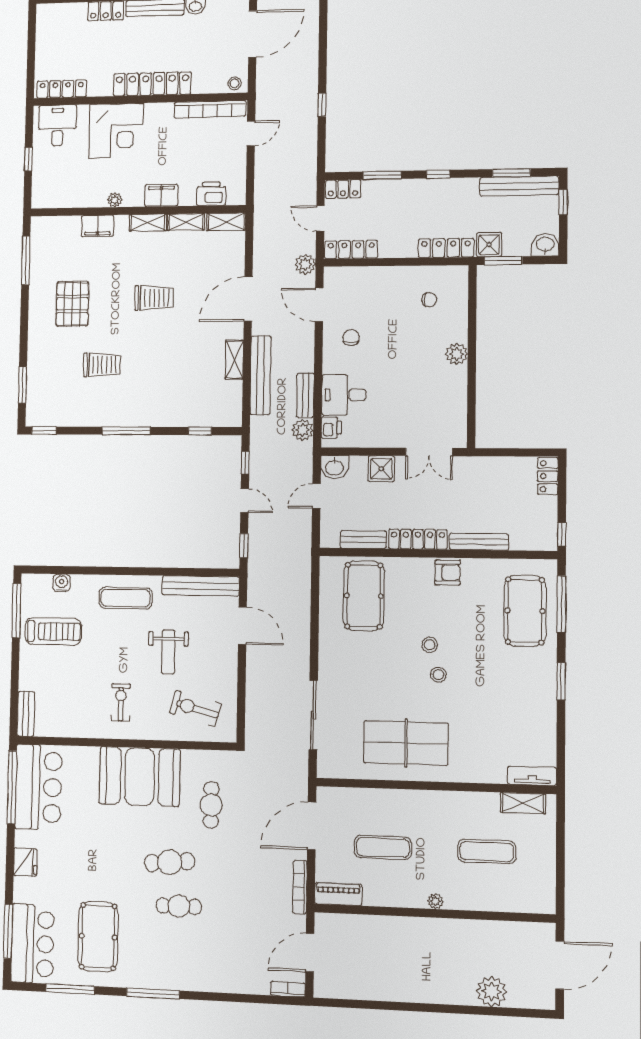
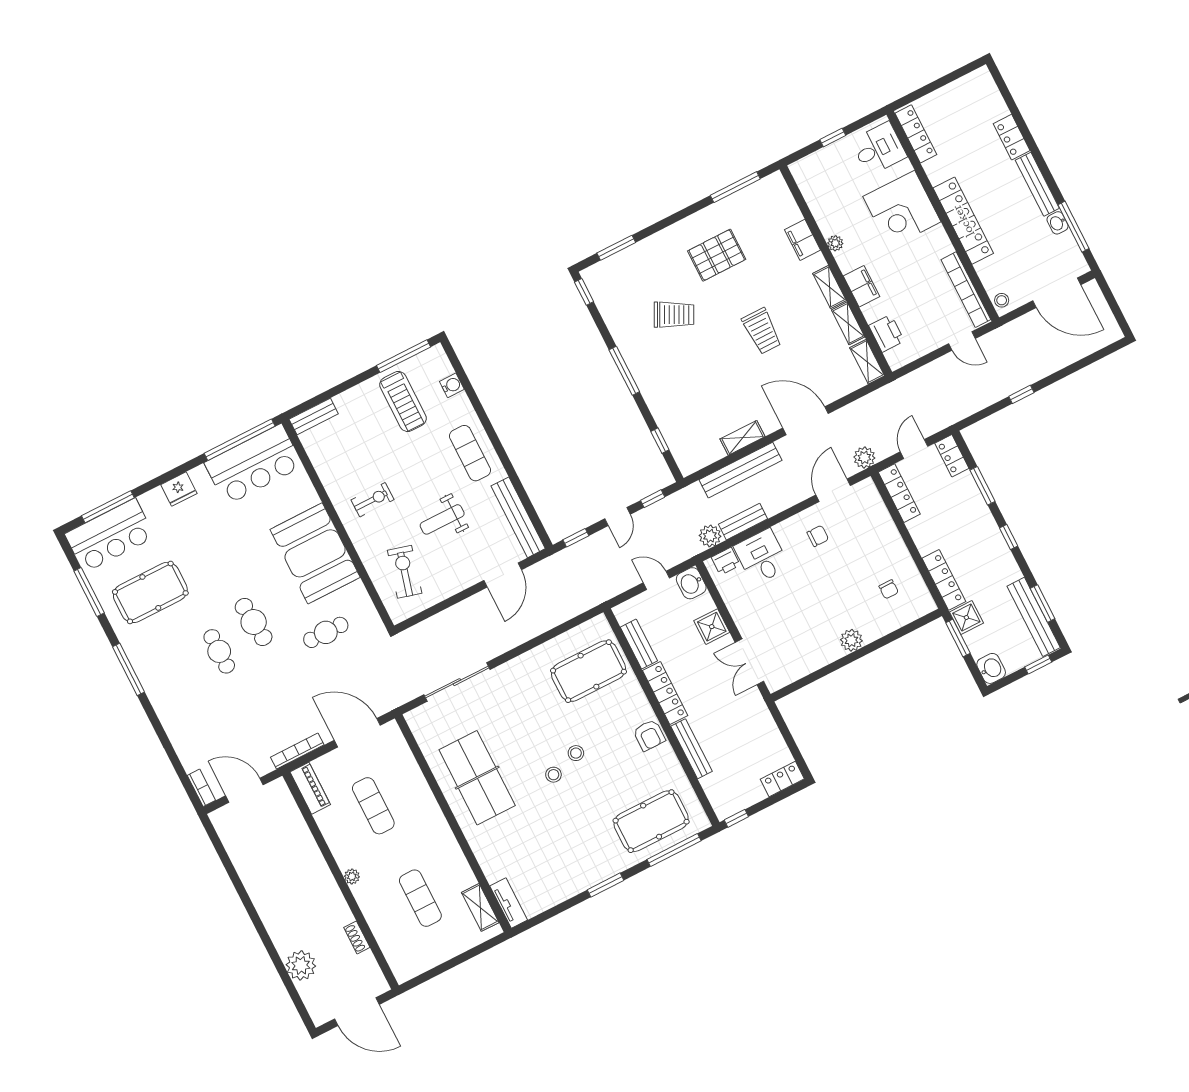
trolley: (102, 365) -> (674, 315), turned -63
shoe rack: (492, 928) -> (357, 937), added

